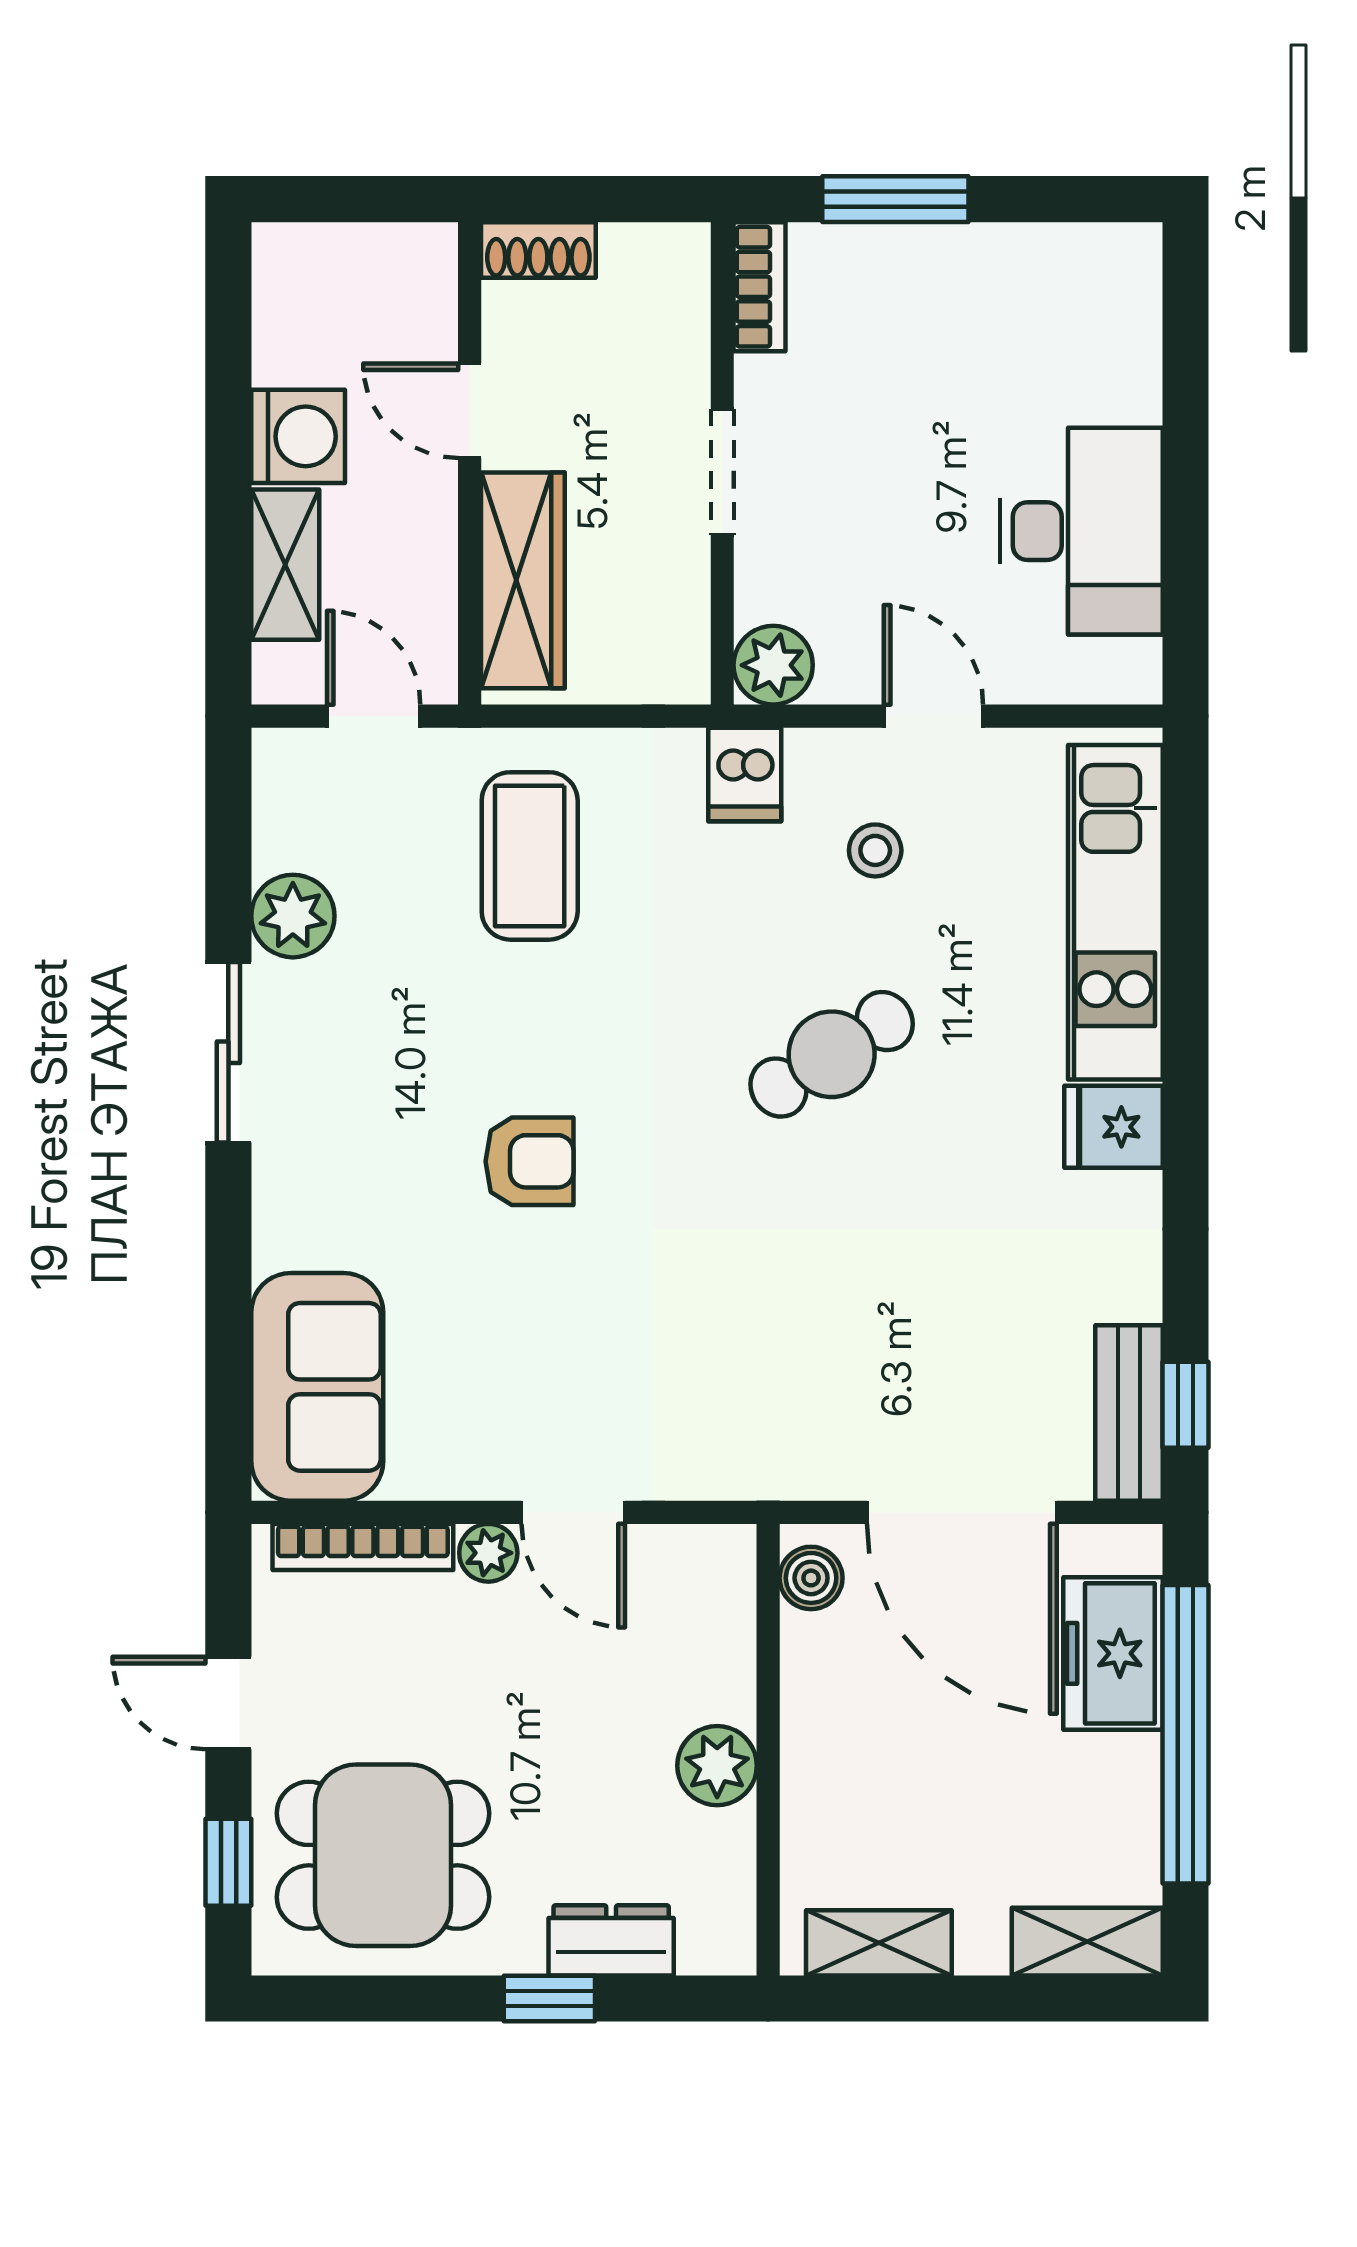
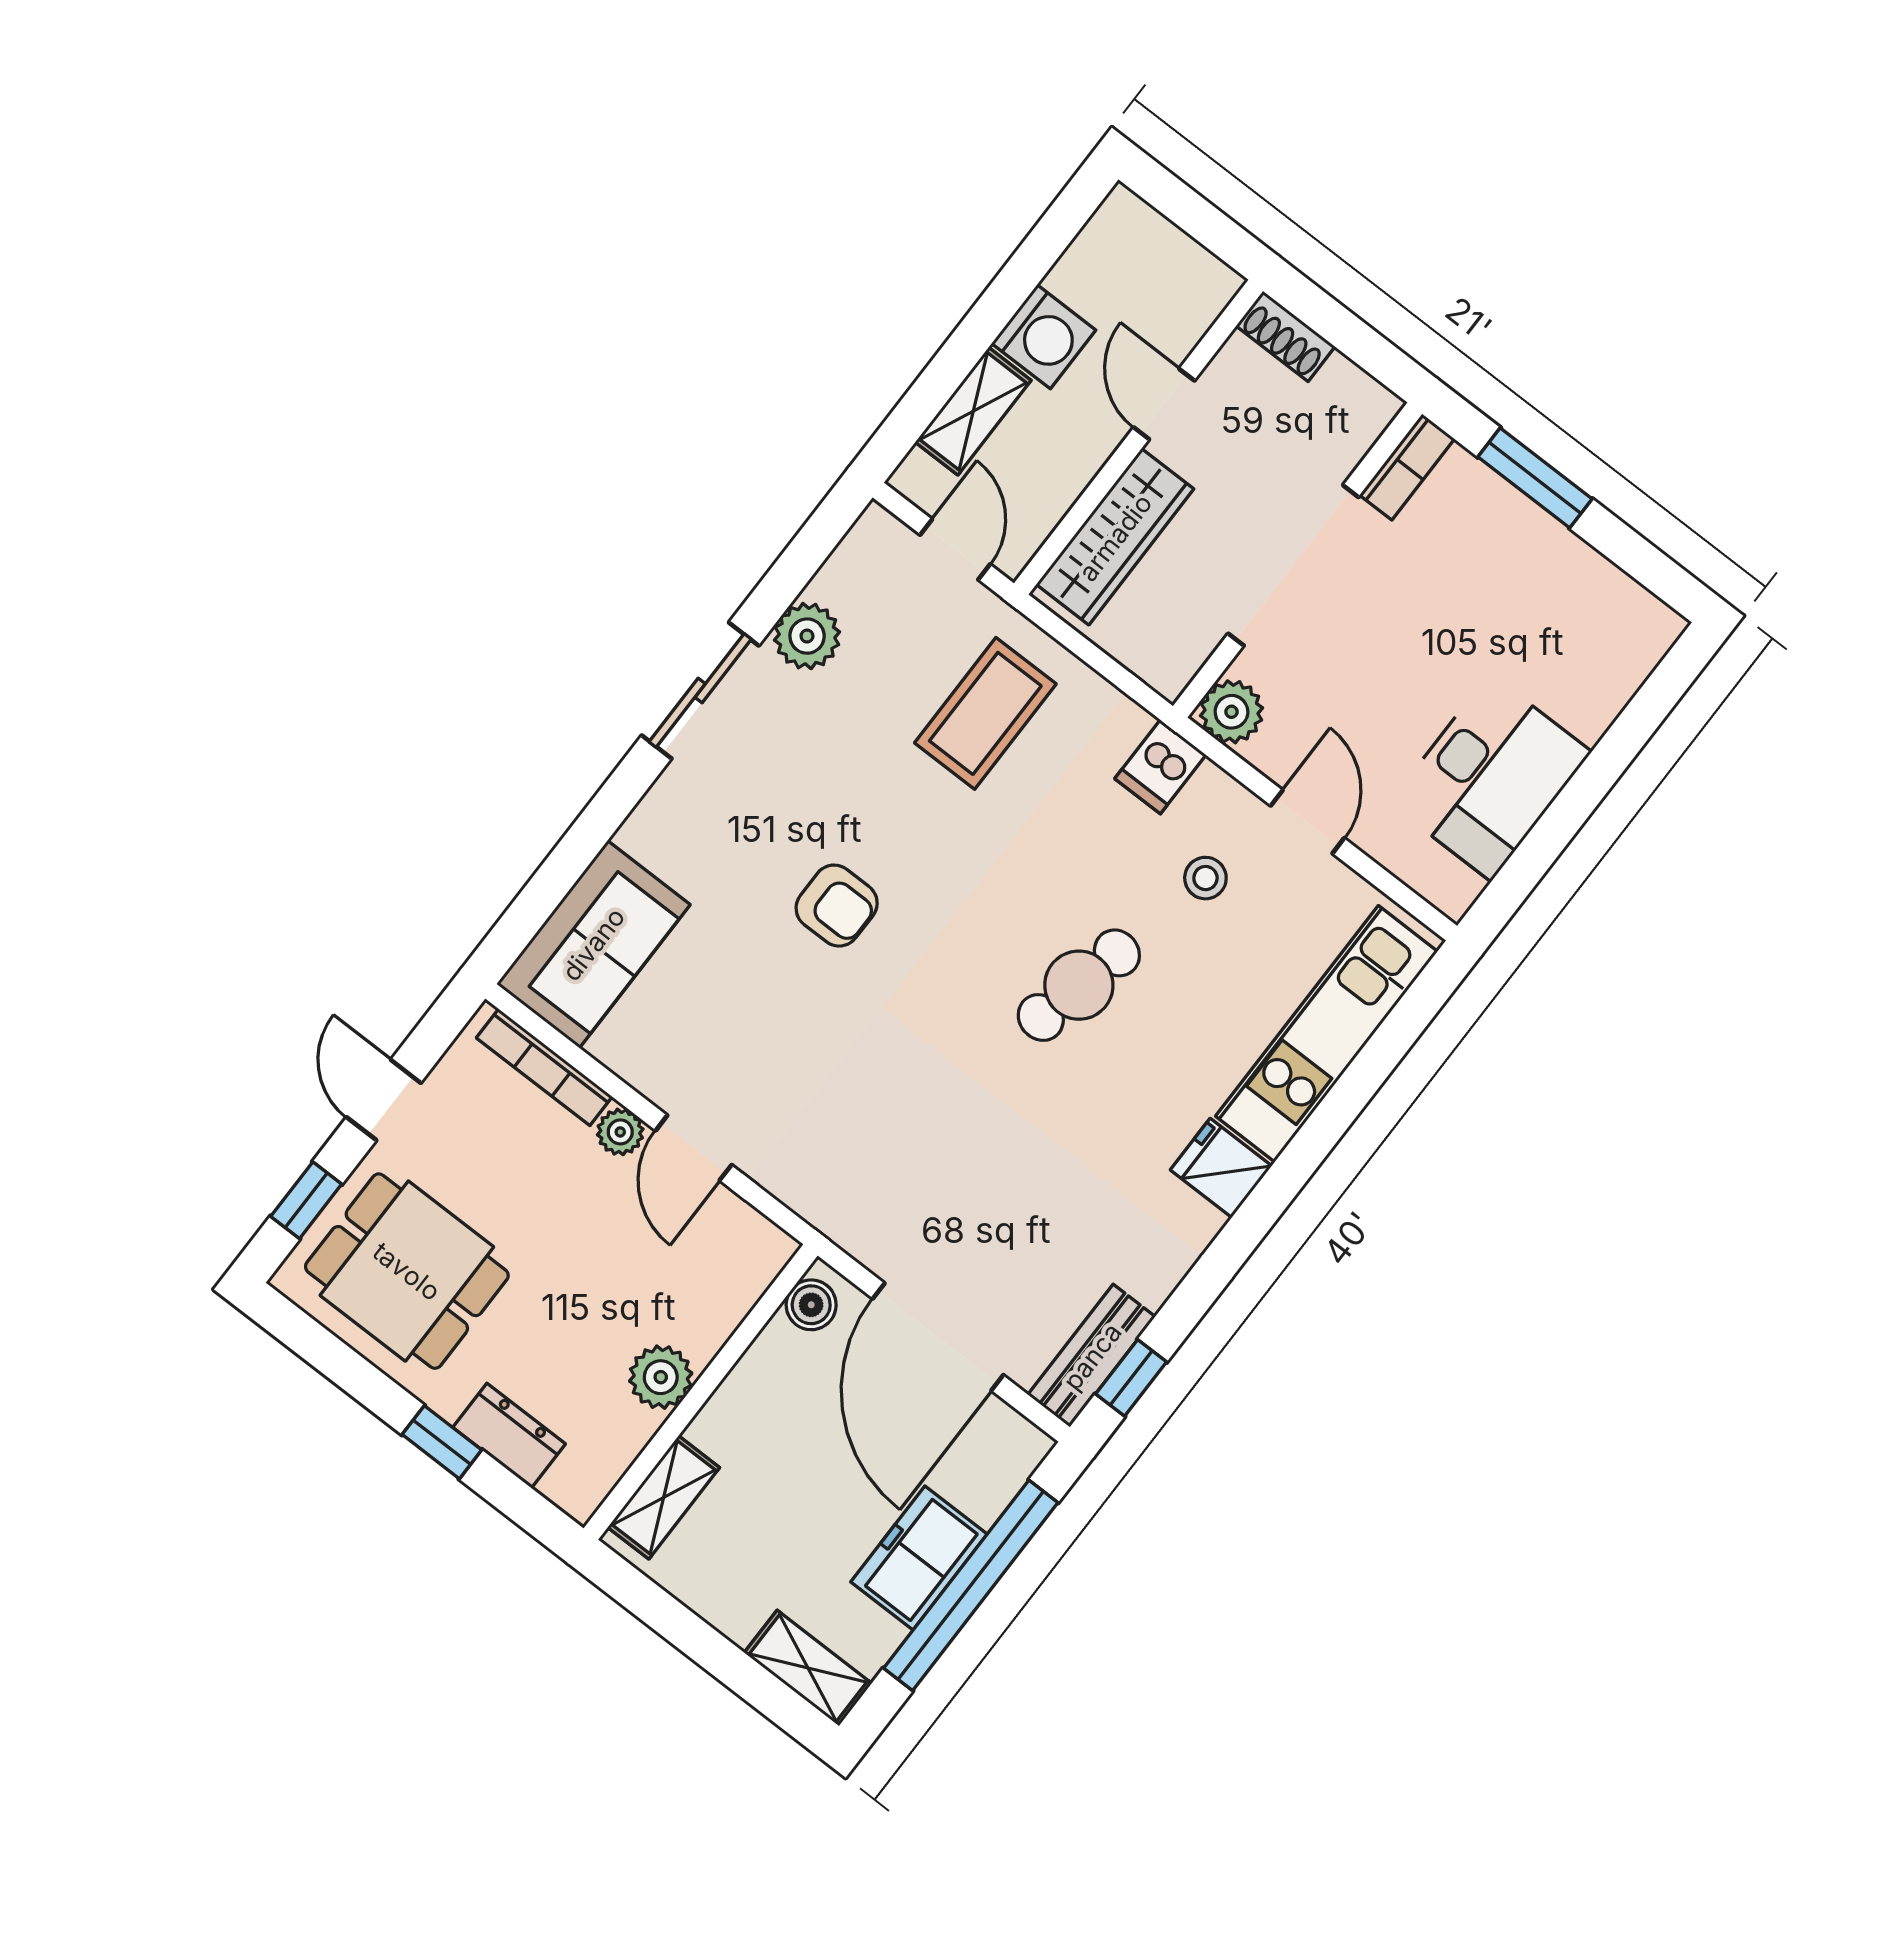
doorway: (722, 472) -> (1293, 565), width x1.88
cafe table: (832, 1054) -> (1079, 985), turned -46
freezer: (1113, 1653) -> (919, 1558), moved
shelving: (879, 1943) -> (664, 1497), moved, turned 90

